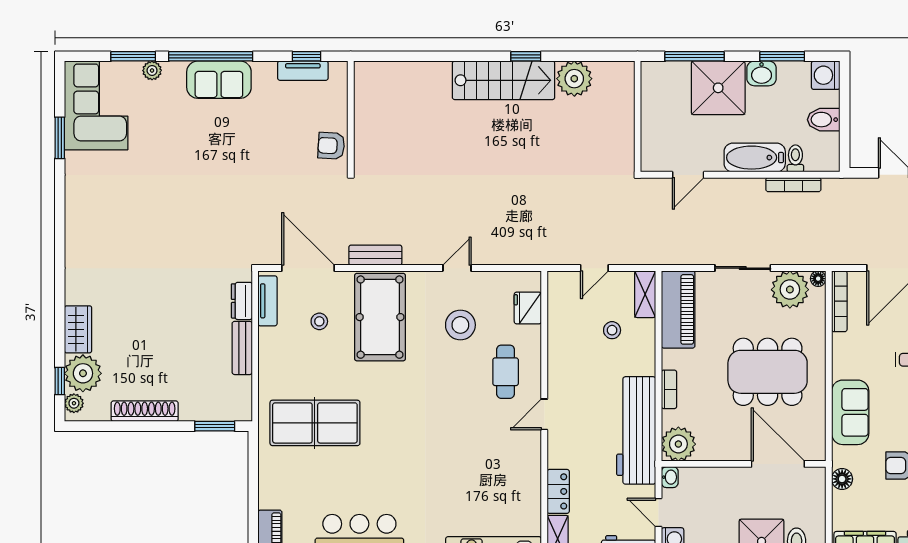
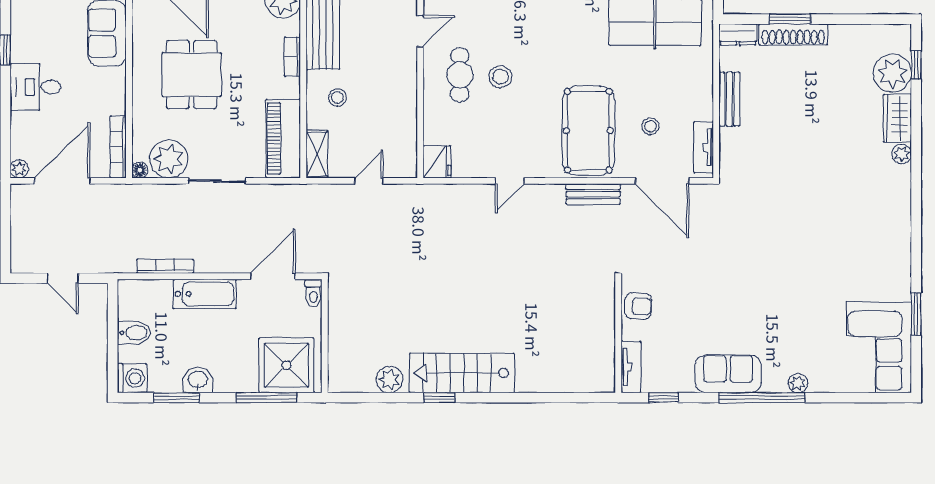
window: (133, 56) -> (841, 398), removed
plant: (152, 70) -> (798, 383), moved
tv unit: (303, 71) -> (631, 367), moved, turned 90
plant: (574, 79) -> (389, 380), width x0.73, depth x0.73
sofa: (219, 80) -> (728, 374), moved
shower: (718, 88) -> (286, 365), moved
toilet: (795, 158) -> (313, 293), moved
door: (688, 175) -> (273, 276), width x1.38
dresser: (242, 301) -> (738, 35), moved, turned 90
fridge: (528, 308) -> (437, 162), moved
stool: (460, 325) -> (500, 77), moved, width x0.73, depth x0.73
stool: (612, 330) -> (337, 98), moved
dining table: (768, 372) -> (192, 75), width x0.73
plant: (74, 403) -> (902, 154), moved
shoe rack: (145, 411) -> (793, 34), moved
window: (215, 426) -> (790, 19), moved

